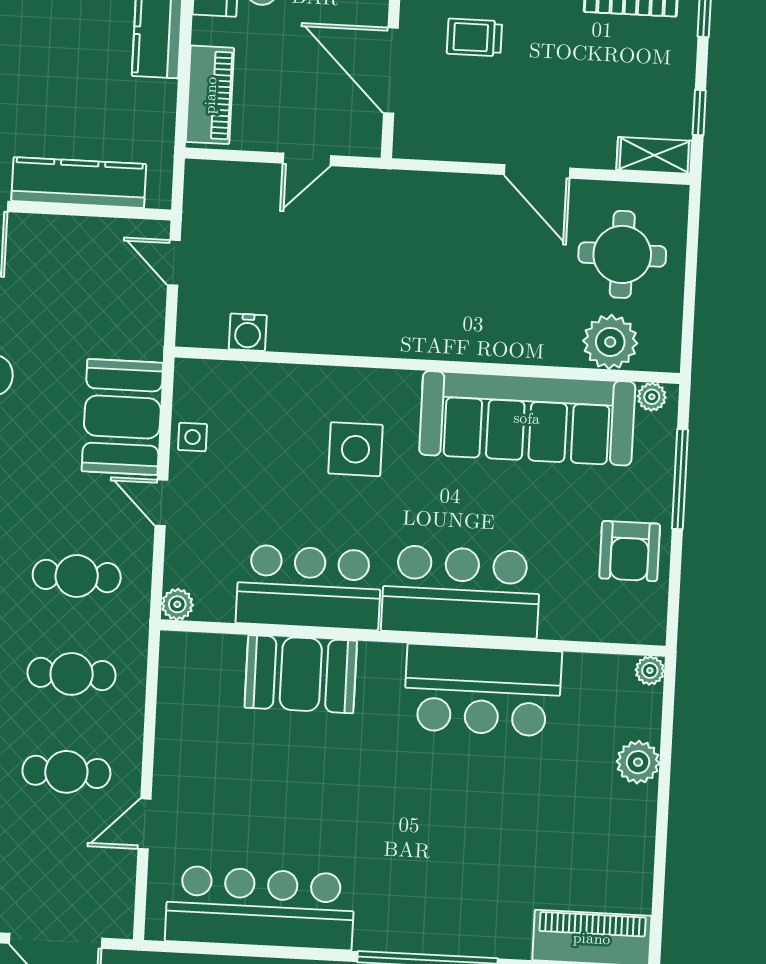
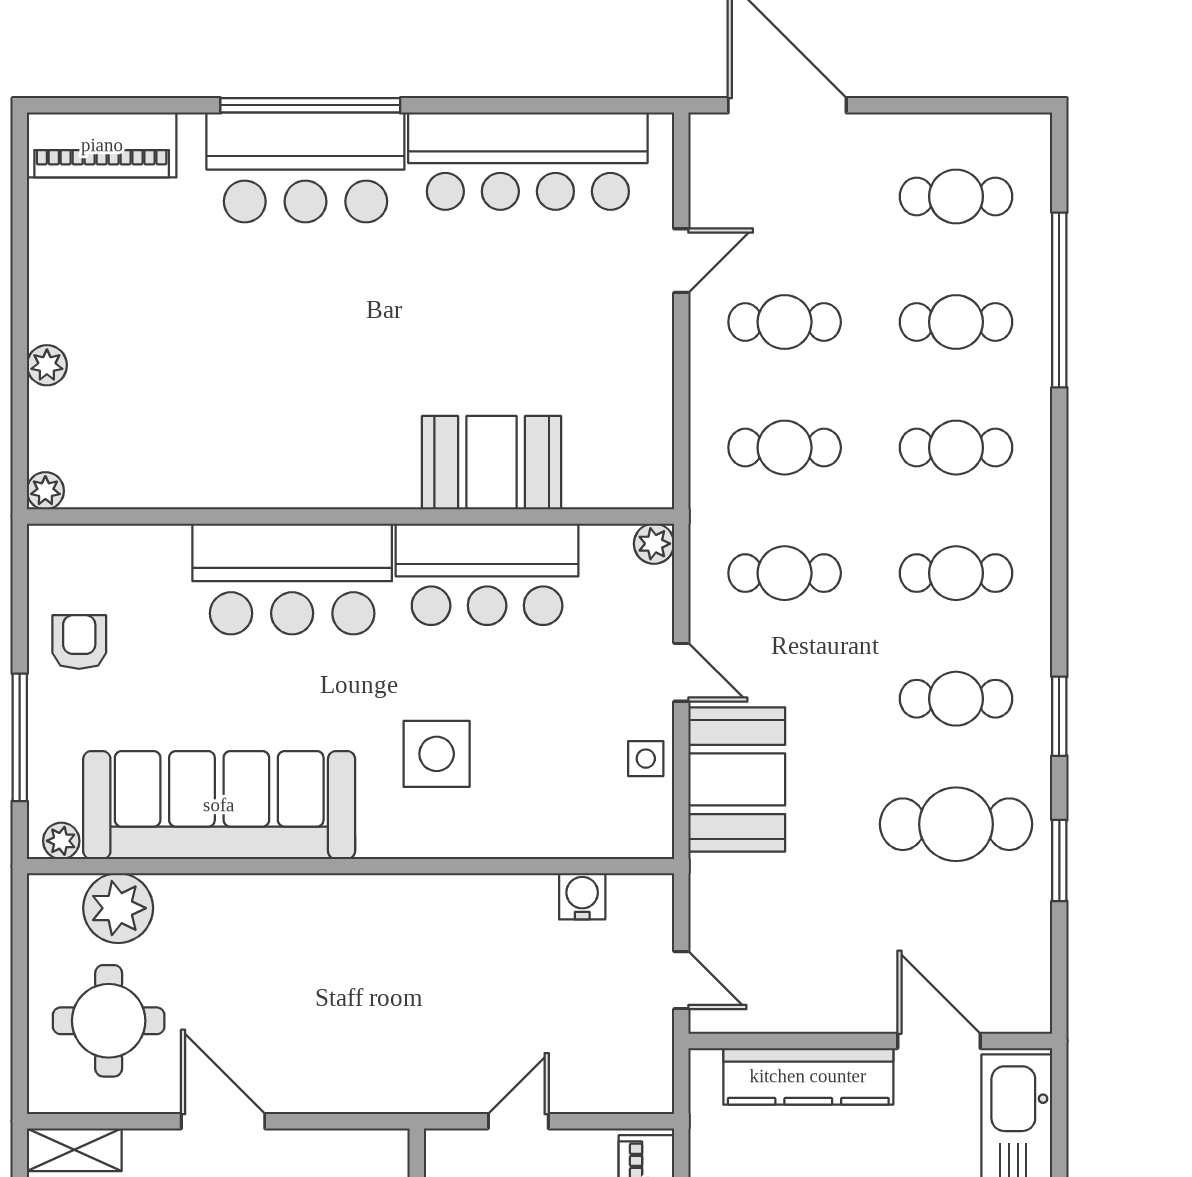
armchair: (630, 551) -> (79, 642), width x0.72, depth x0.72
bar counter: (483, 690) -> (305, 167), moved, turned 180
plant: (638, 762) -> (47, 365), width x0.73, depth x0.73

